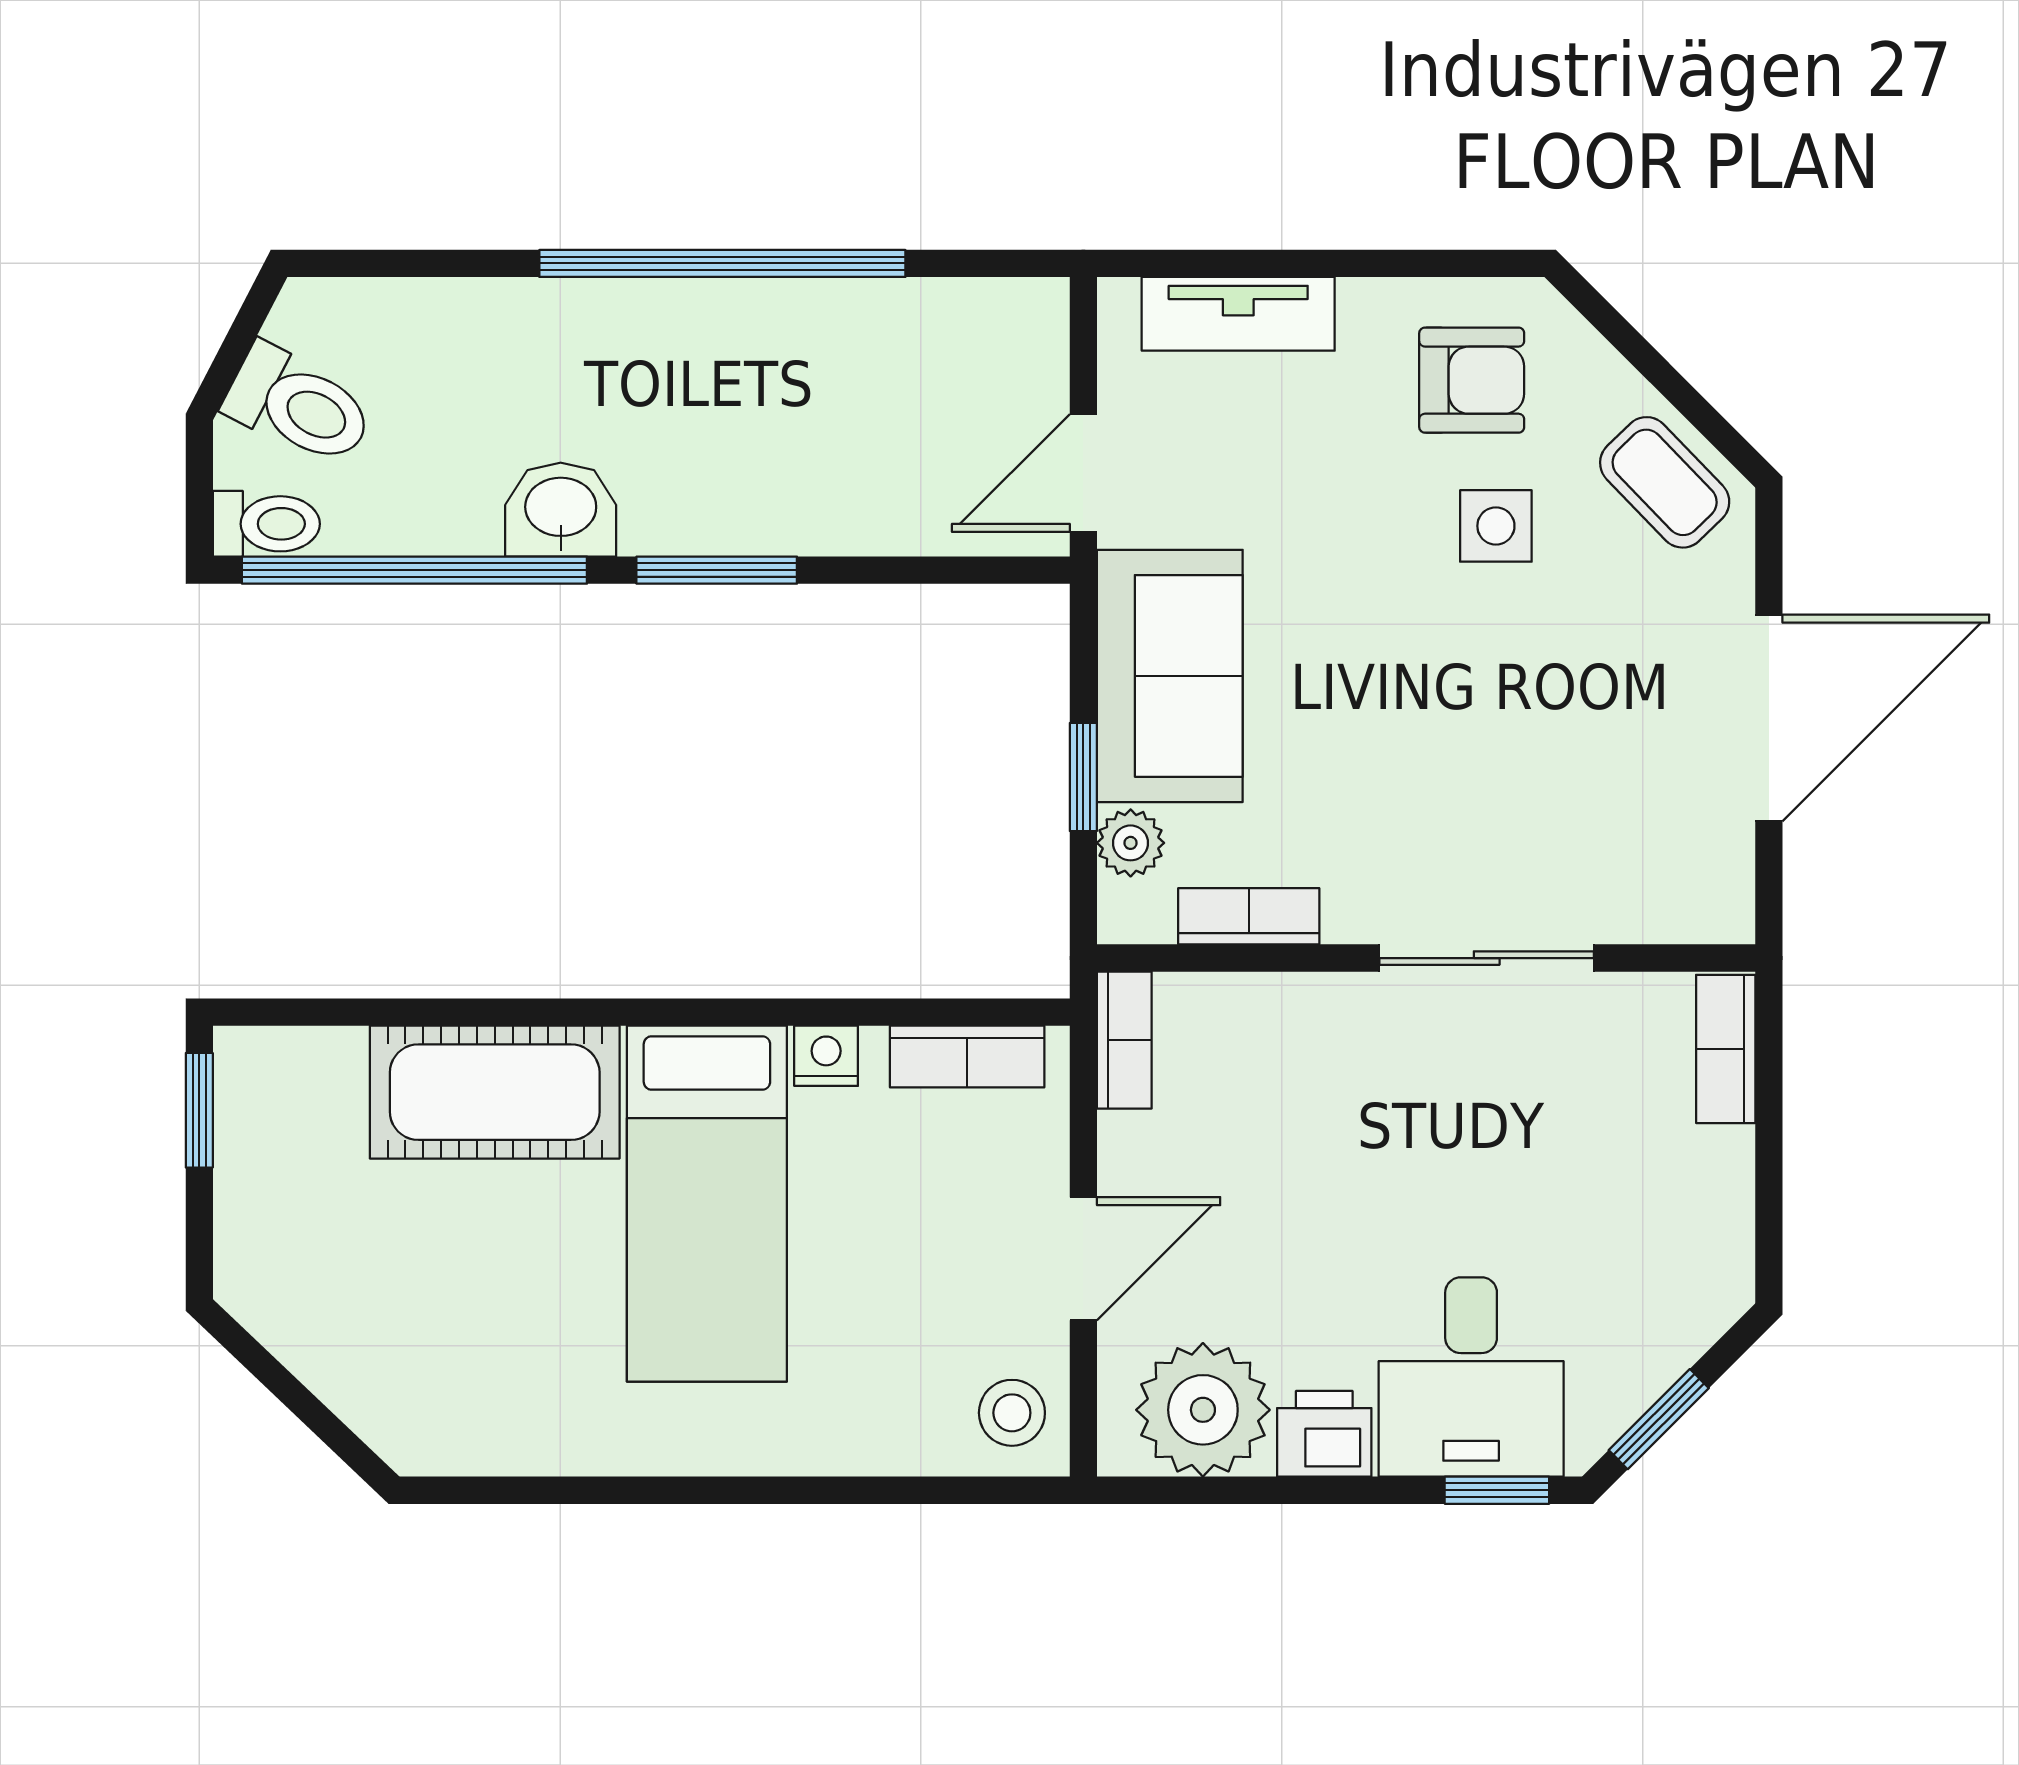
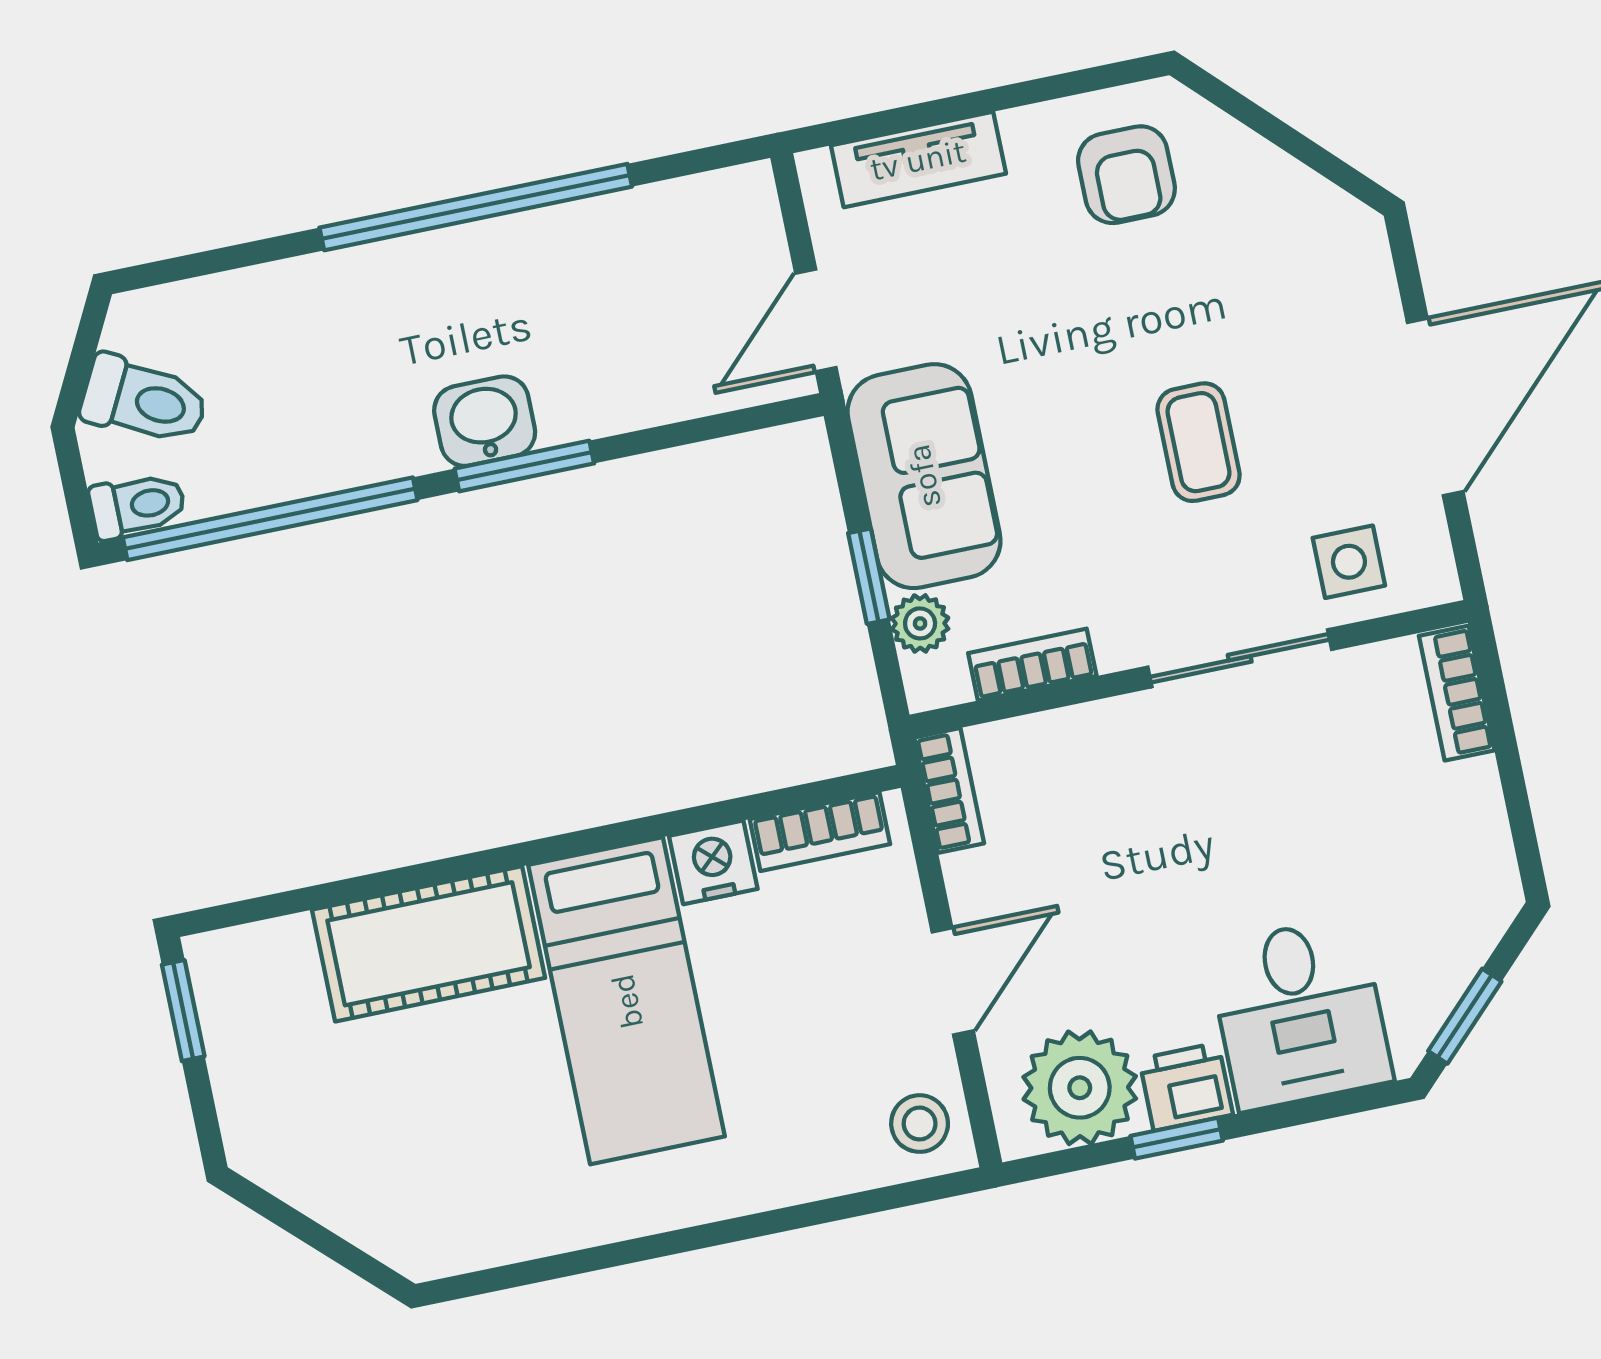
armchair: (1472, 380) -> (1126, 175), turned 90
coffee table: (1665, 482) -> (1199, 442), moved, turned 44
washbasin: (561, 510) -> (485, 421), moved
side table: (1496, 526) -> (1349, 562), moved
nightstand: (826, 1056) -> (713, 862), width x1.39, depth x1.35
window: (1497, 1490) -> (1177, 1138), moved

